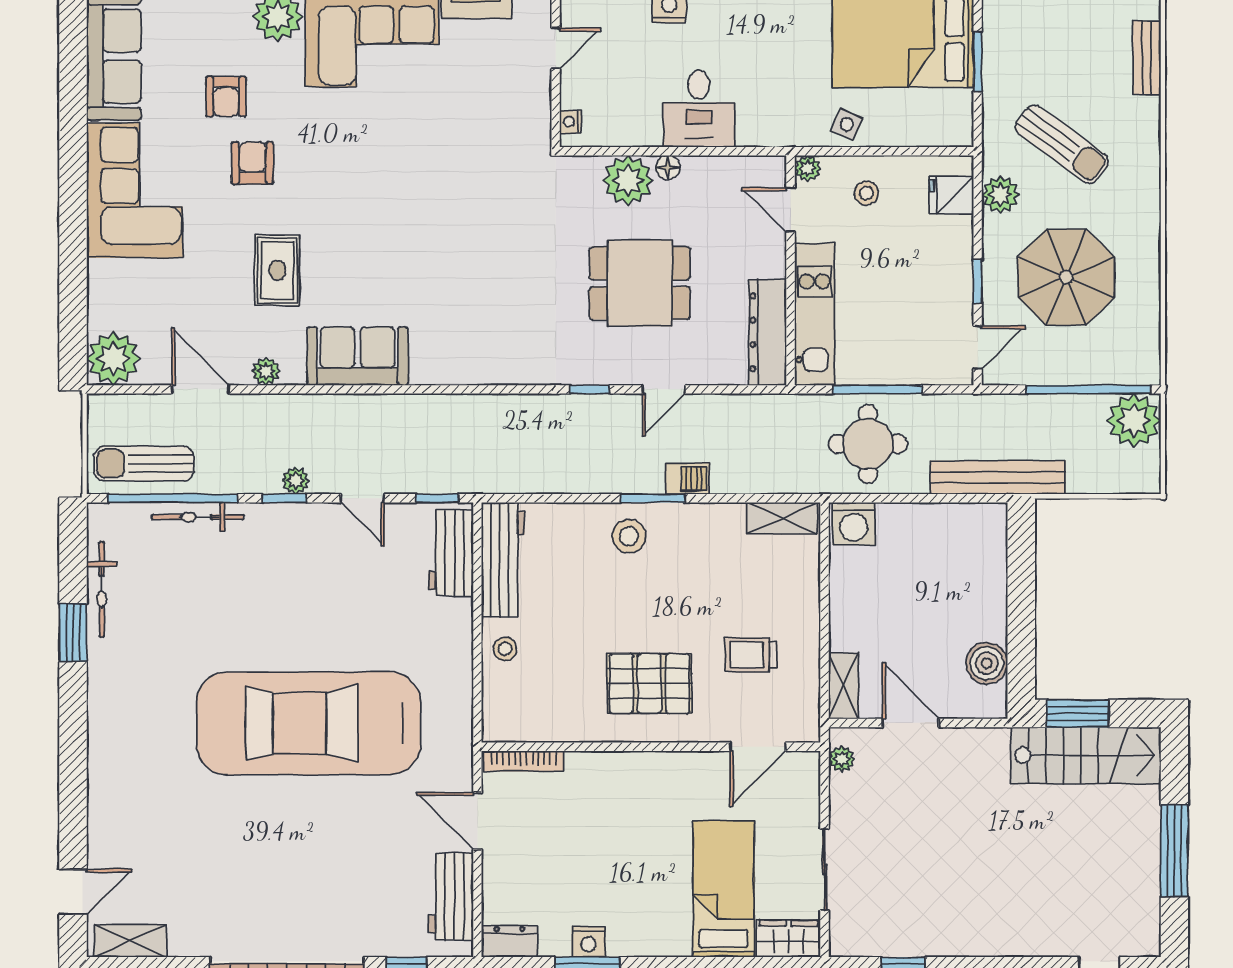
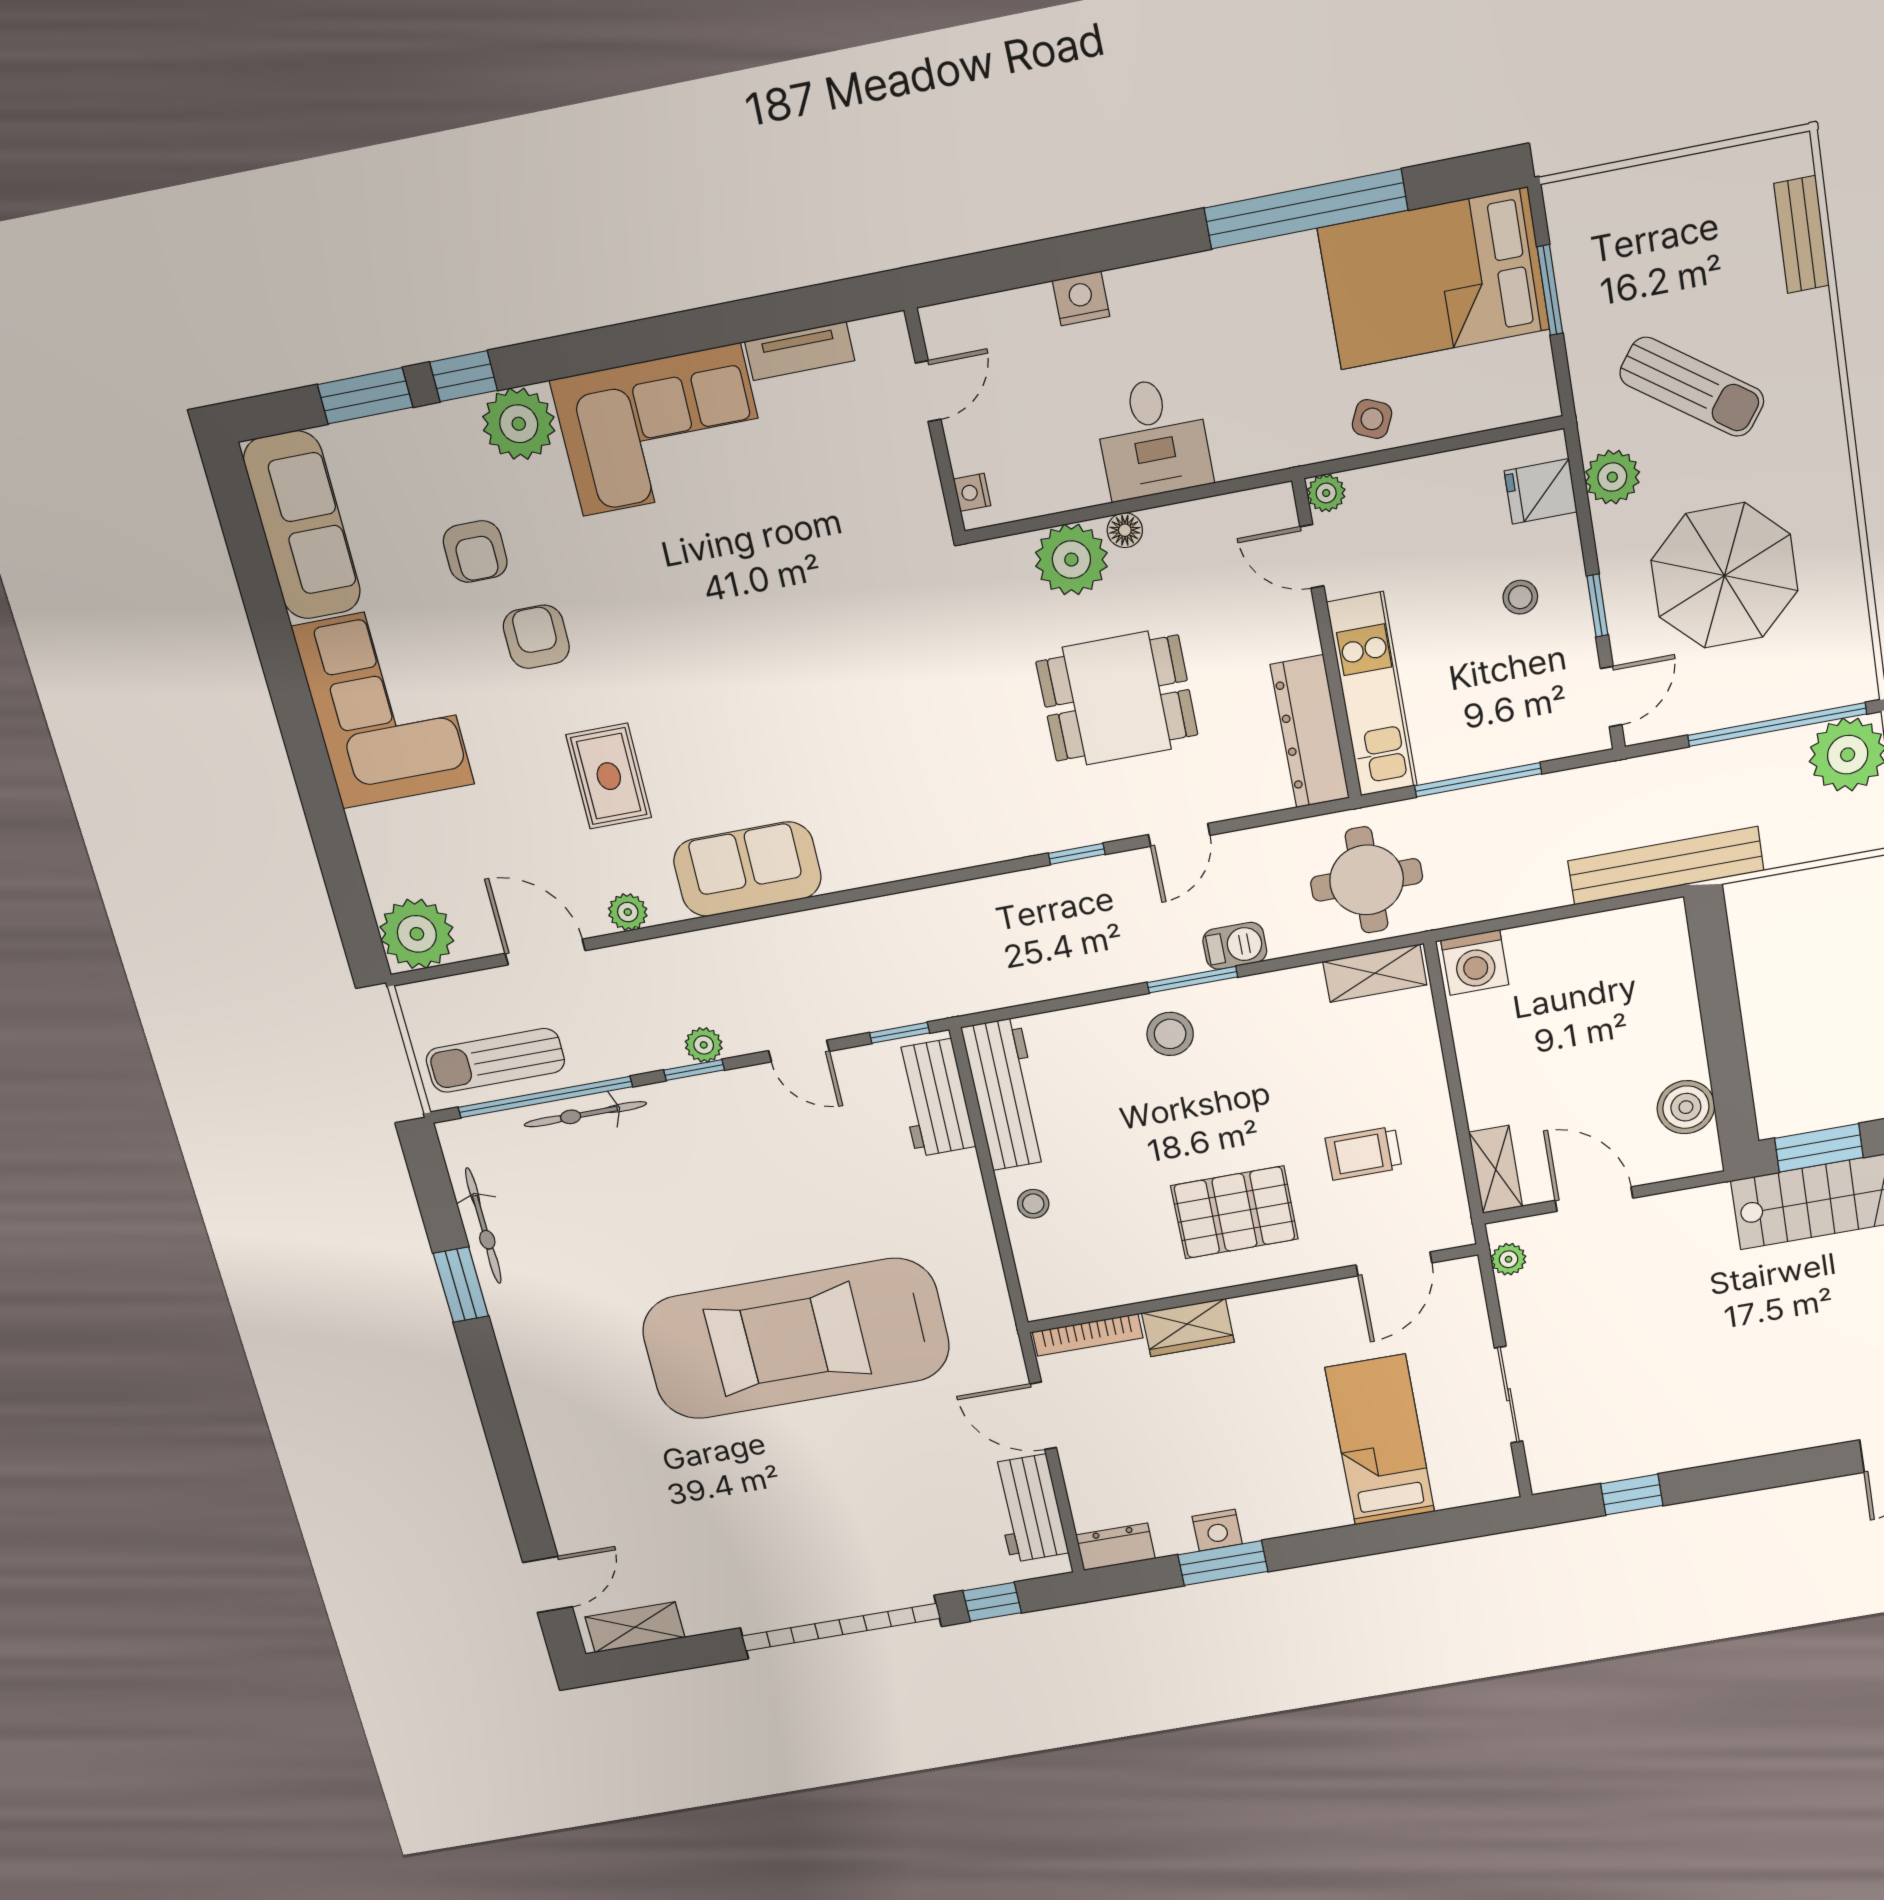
stool: (866, 193) -> (1520, 597), moved
round table: (868, 444) -> (1367, 880), moved
wardrobe: (789, 939) -> (1188, 1328), moved, turned 180

